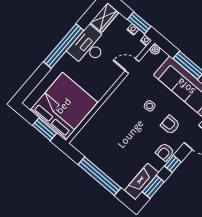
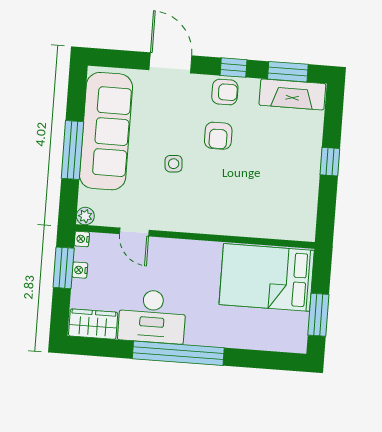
bed: (64, 106) -> (267, 277), width x0.73
armchair: (170, 125) -> (218, 136), moved
window: (45, 129) -> (318, 315), moved
window: (100, 176) -> (330, 162), width x0.32

